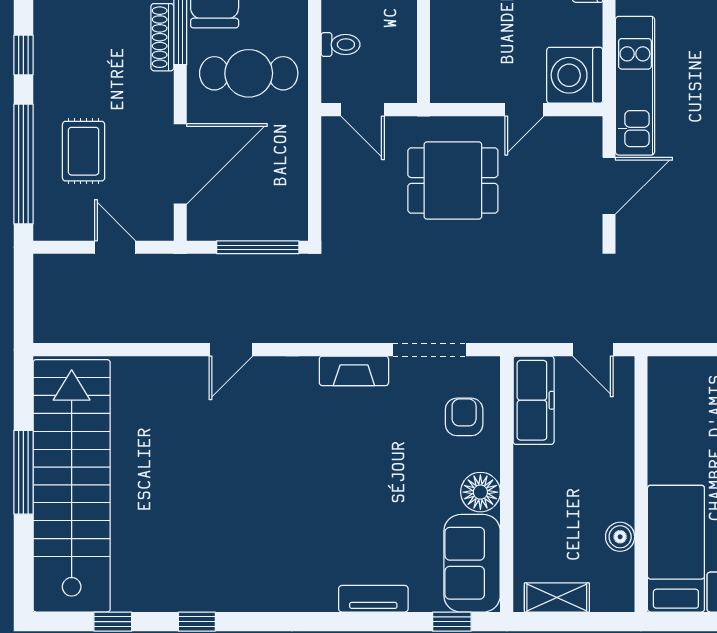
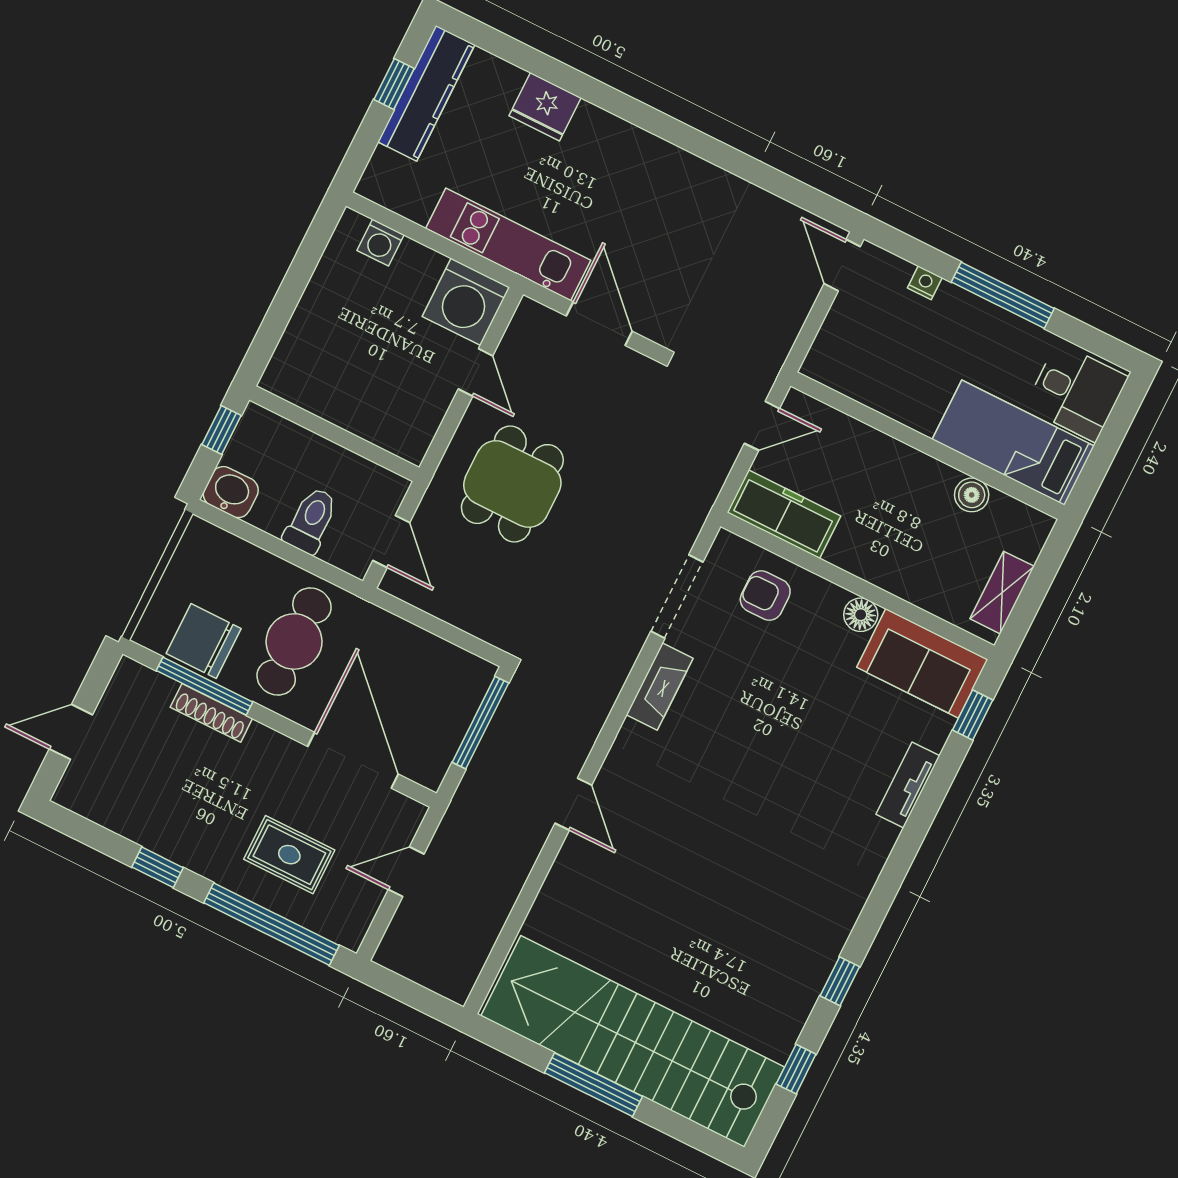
toilet: (340, 44) -> (311, 520), width x1.37, depth x1.39
door: (363, 110) -> (391, 541), hinge flipped
floor lamp: (480, 492) -> (861, 615), width x0.73, depth x0.73

